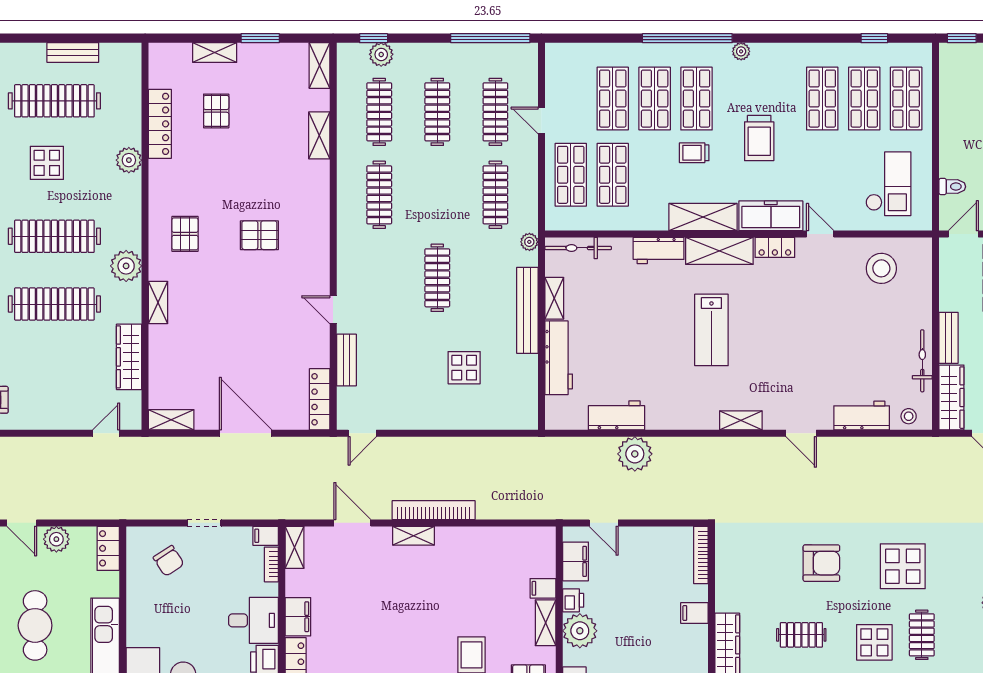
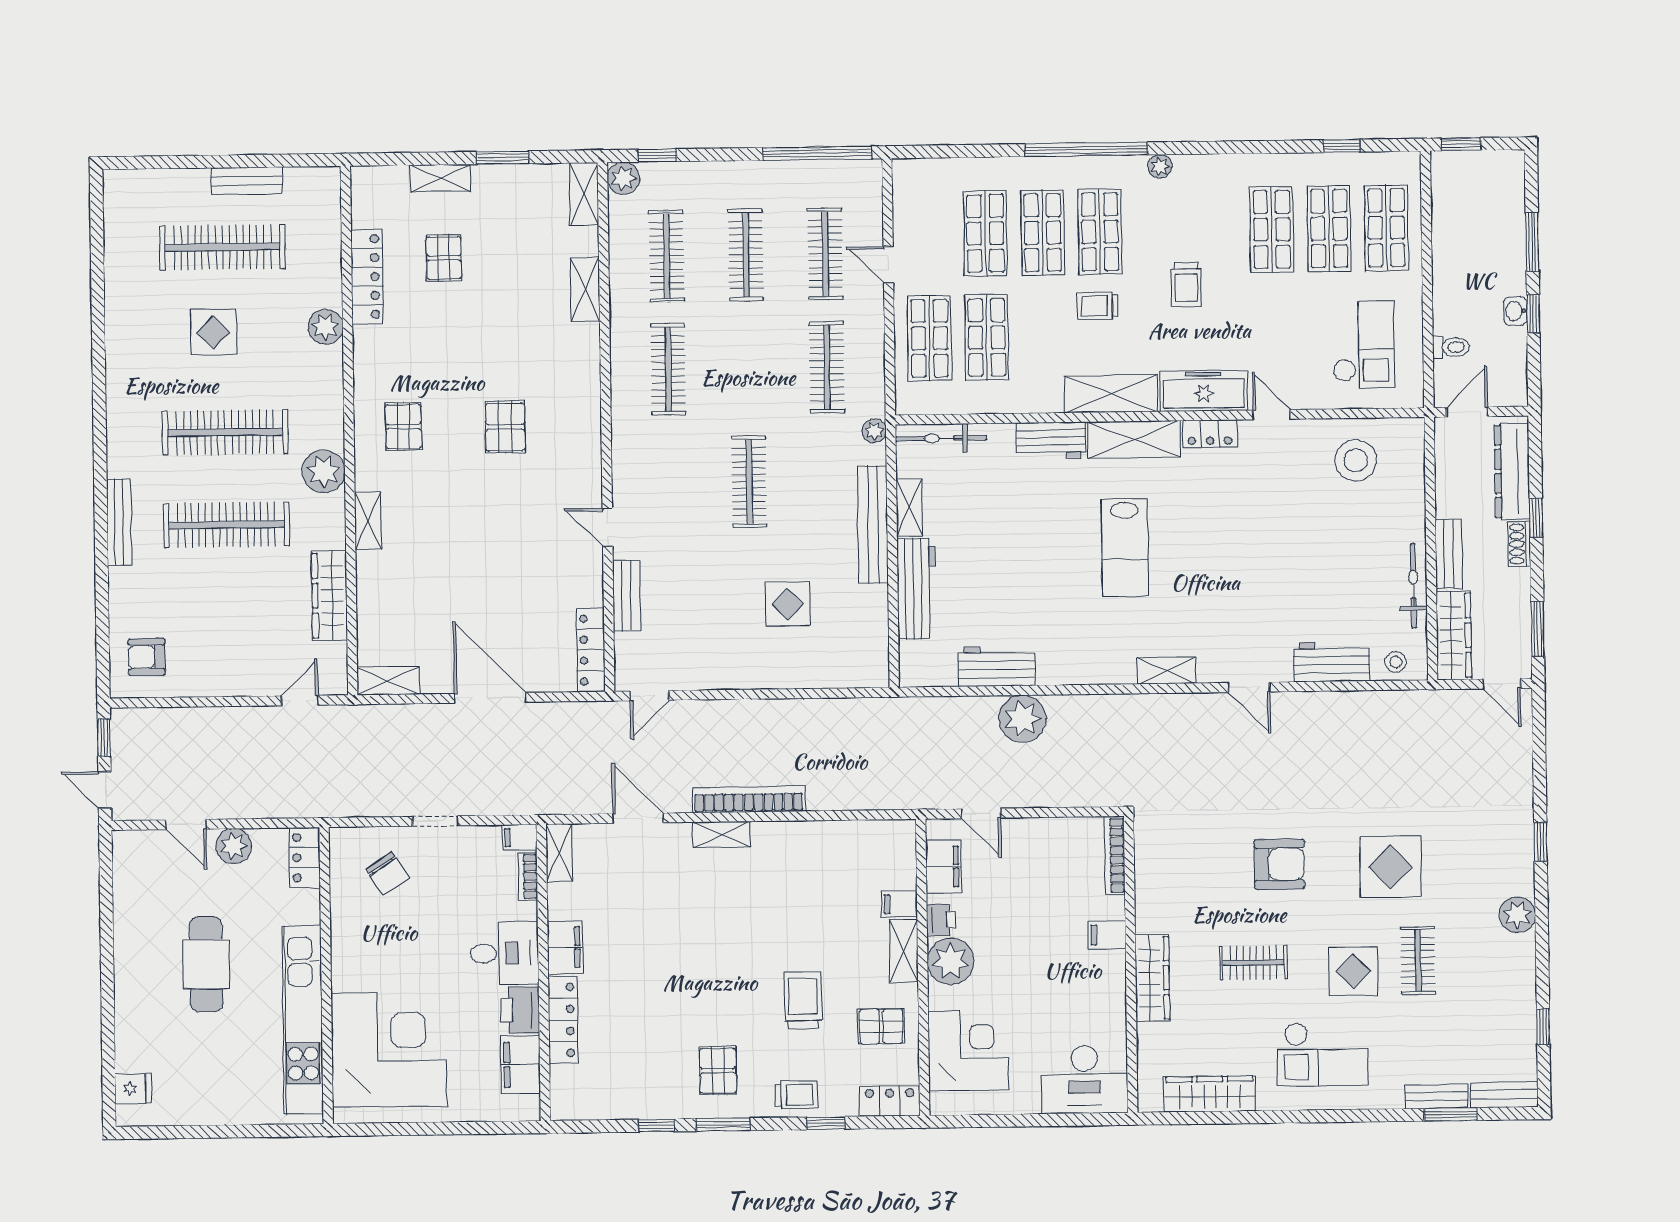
plant: (381, 54) -> (623, 178), moved
trolley: (759, 138) -> (1186, 285), width x0.73, depth x0.72
pallet: (259, 235) -> (505, 427), turned 90

